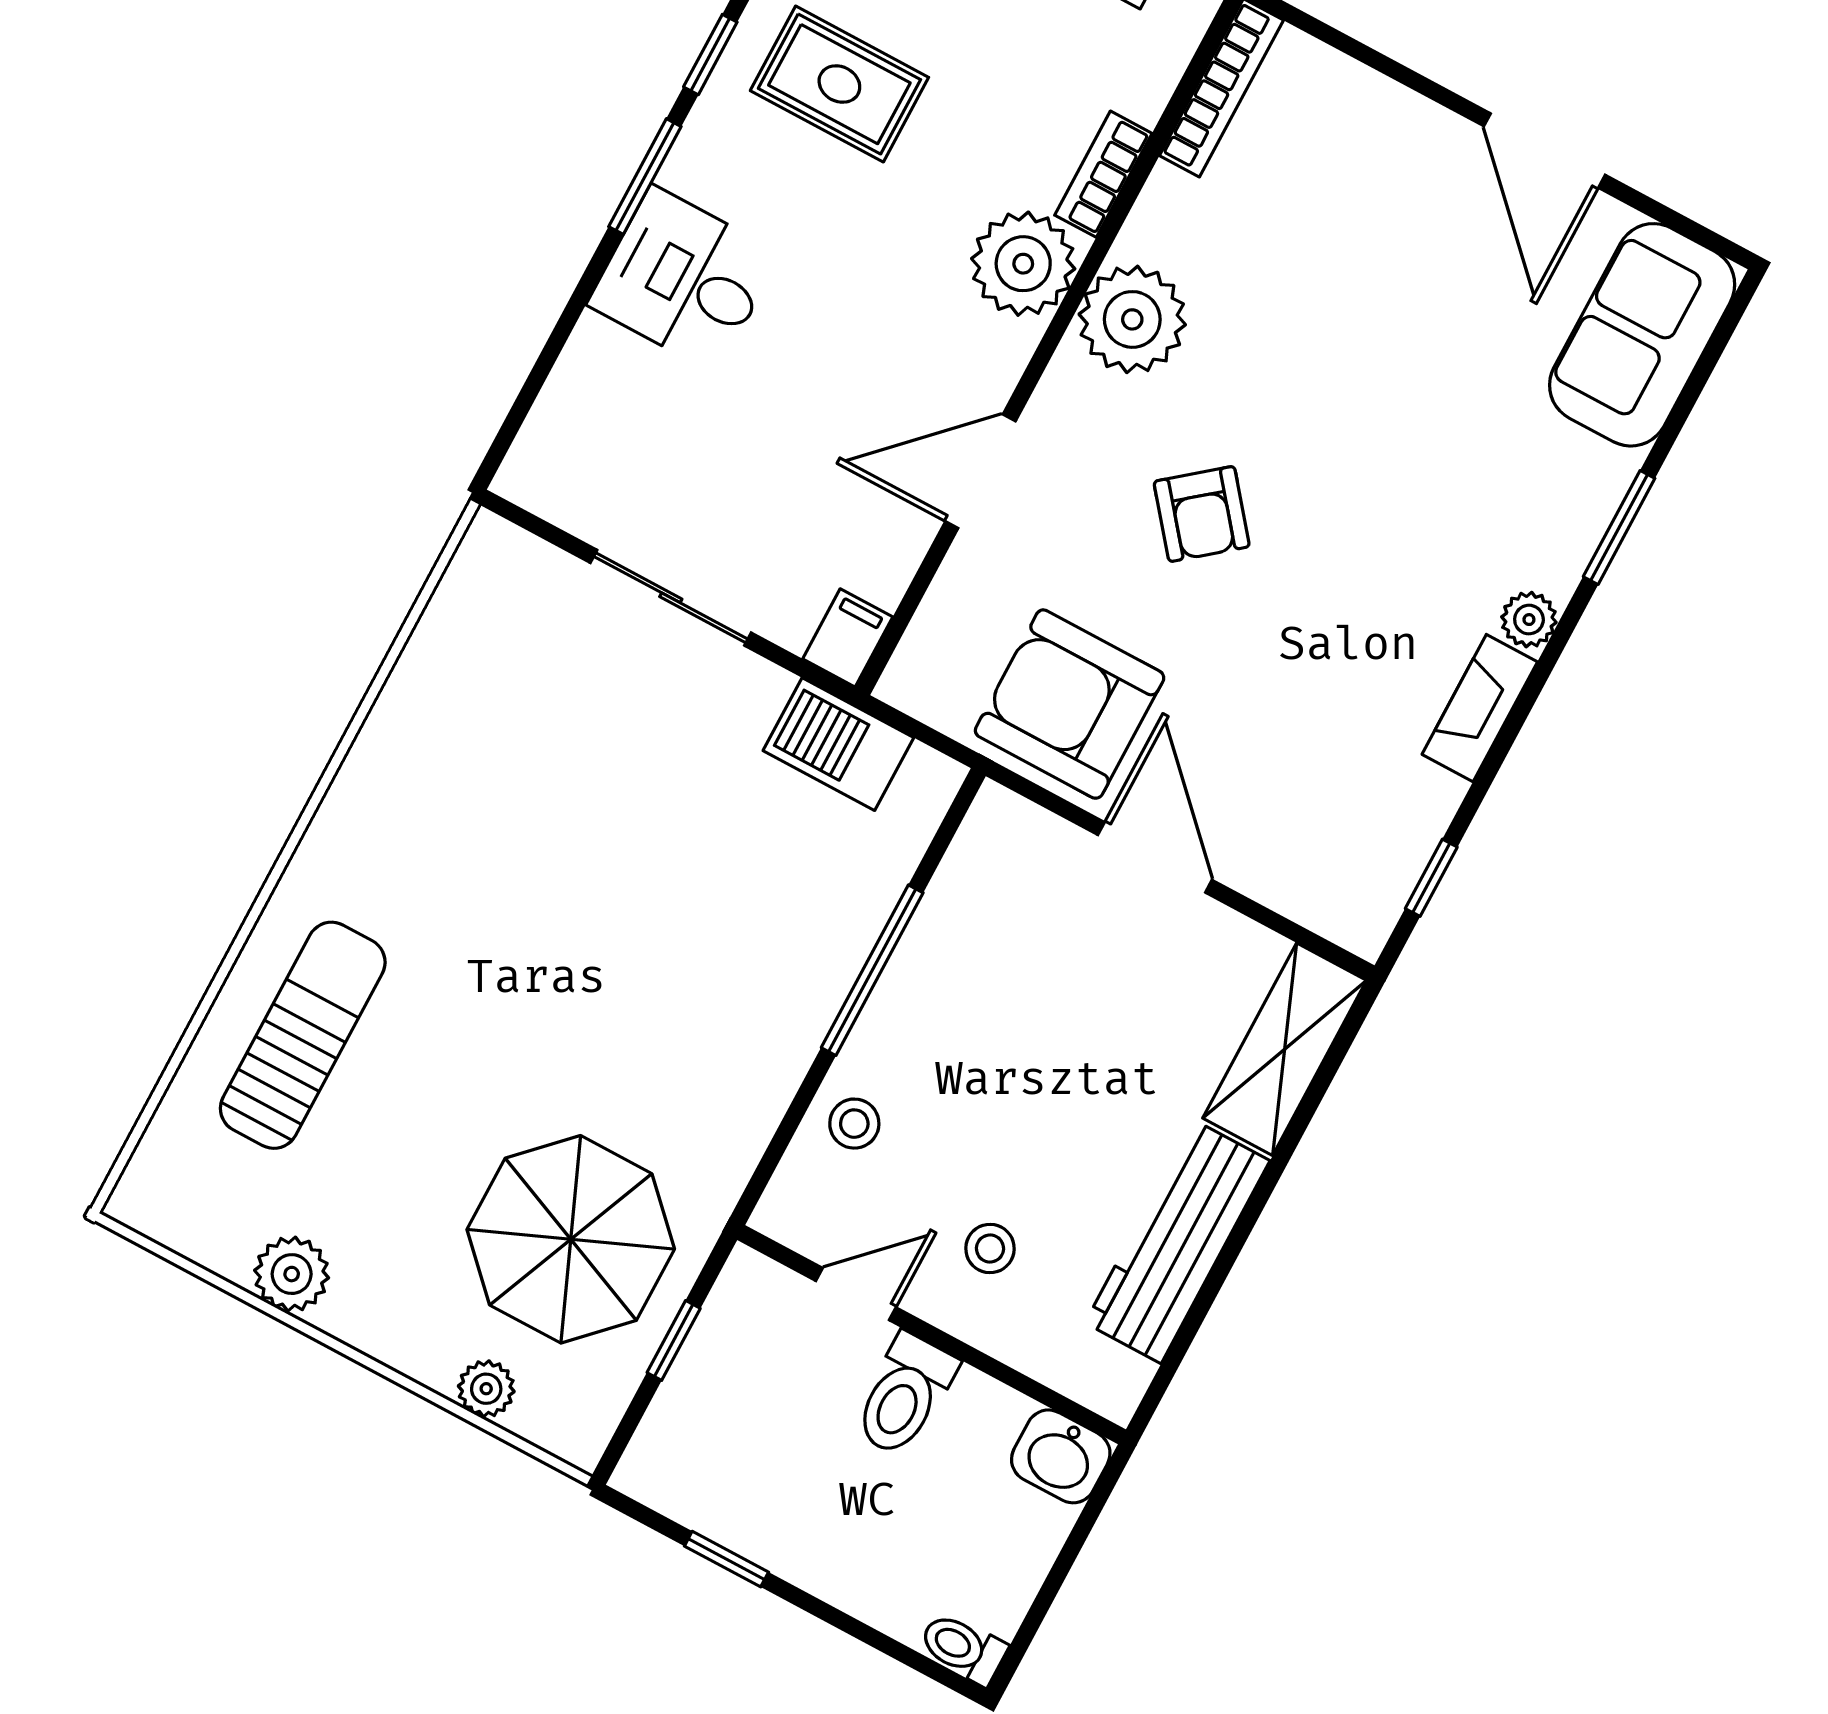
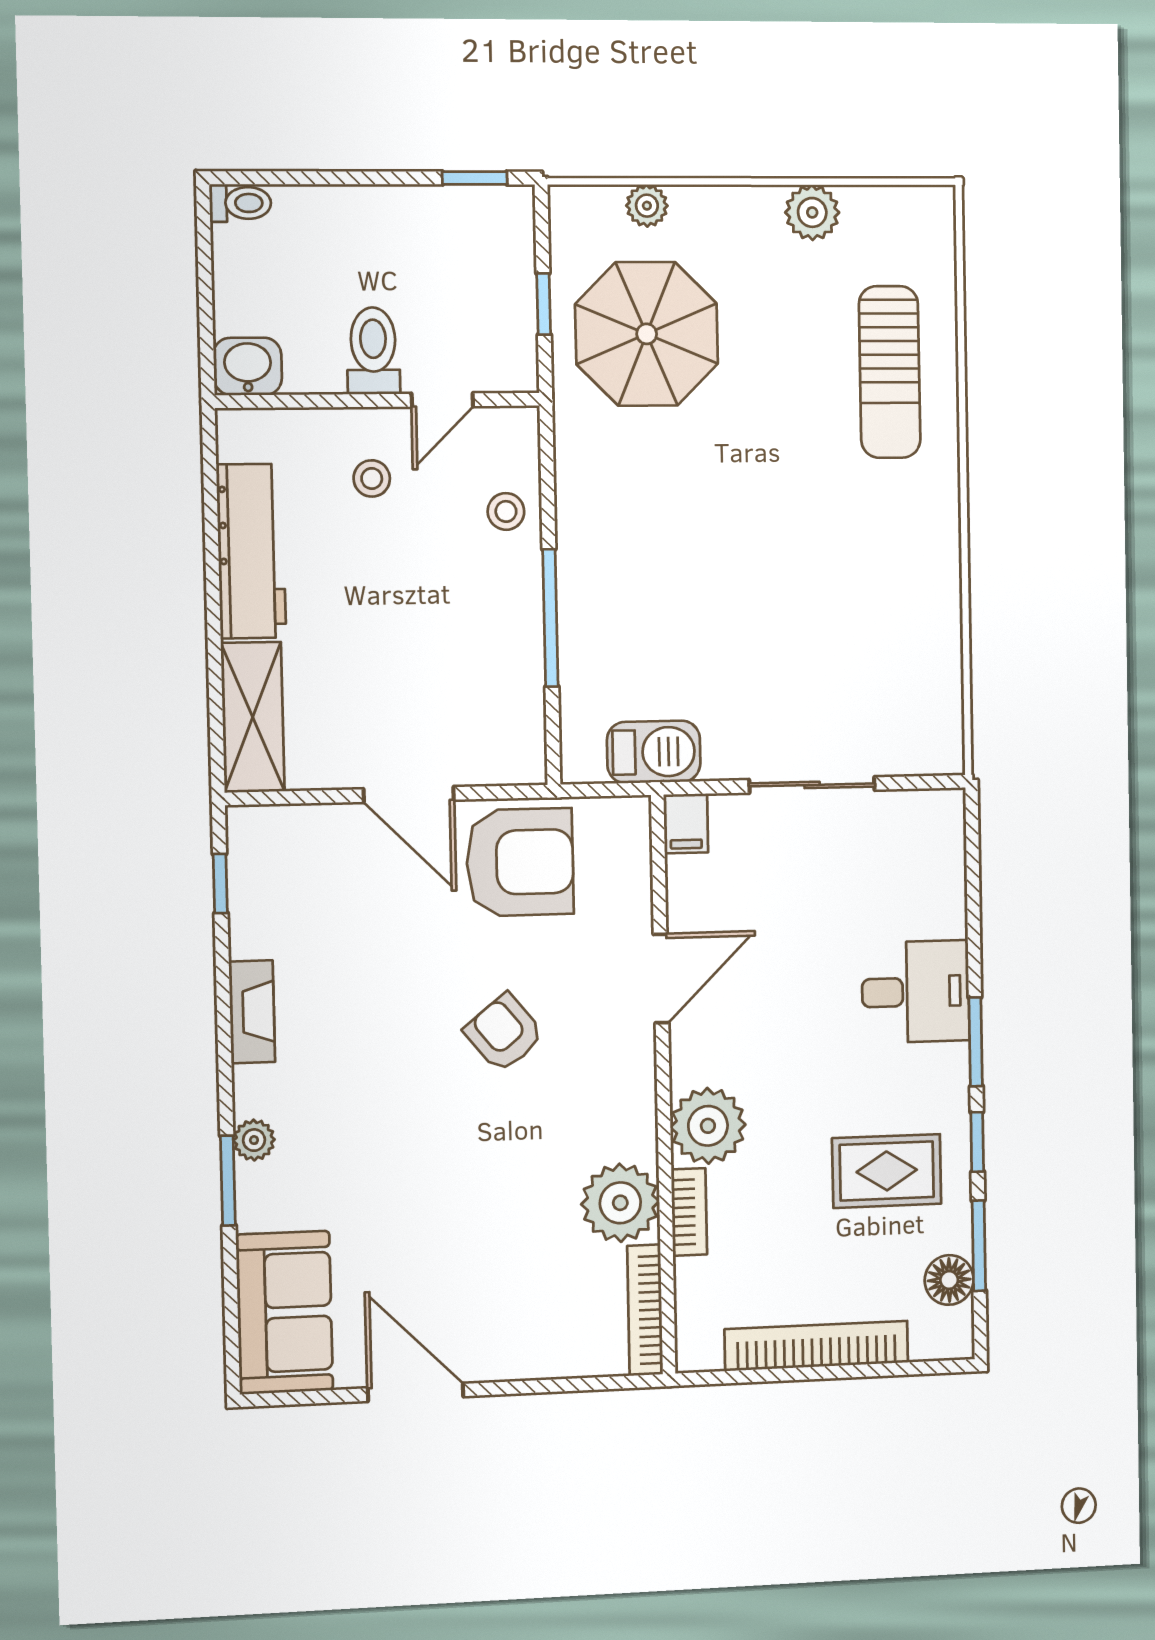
plant: (1132, 319) -> (620, 1203), moved
plant: (1529, 620) -> (254, 1140), moved
window: (726, 1559) -> (475, 178), moved

